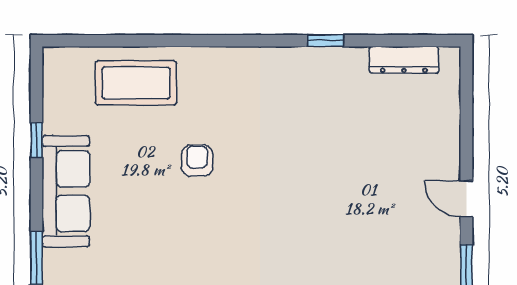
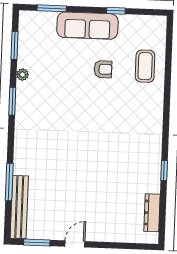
coffee table: (136, 83) -> (145, 66), width x0.73, depth x0.76
armchair: (197, 161) -> (103, 69), moved

